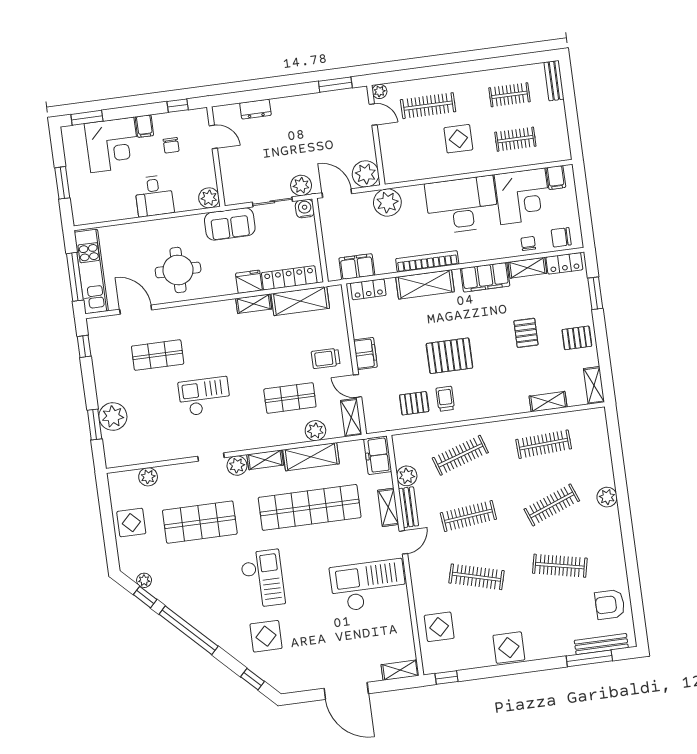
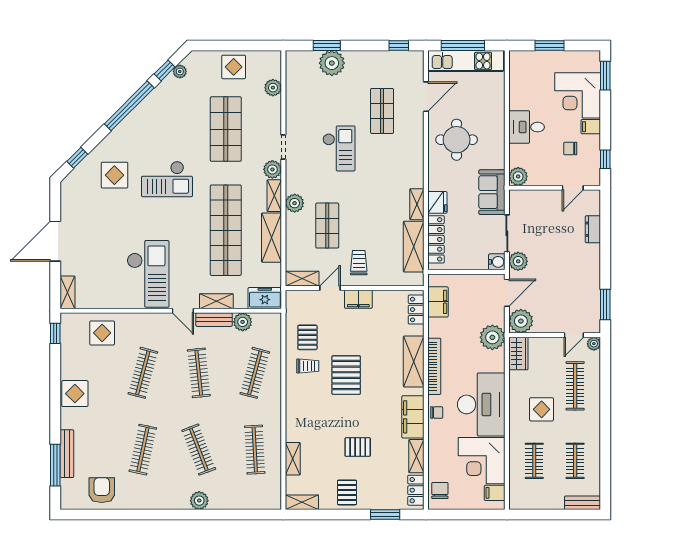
wardrobe: (401, 172) -> (518, 353), added
chair: (528, 244) -> (437, 413), moved
plant: (315, 431) -> (295, 203), moved
clothes rail: (460, 455) -> (255, 373), turned 33
bench: (601, 644) -> (67, 454), moved

